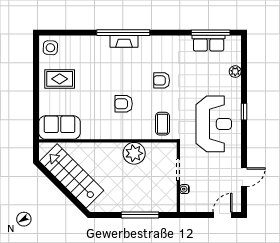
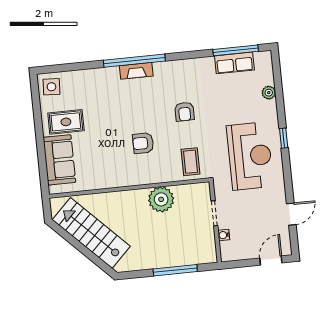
armchair: (162, 80) -> (184, 112), turned -90
sofa: (59, 127) -> (59, 160), moved, turned 90

